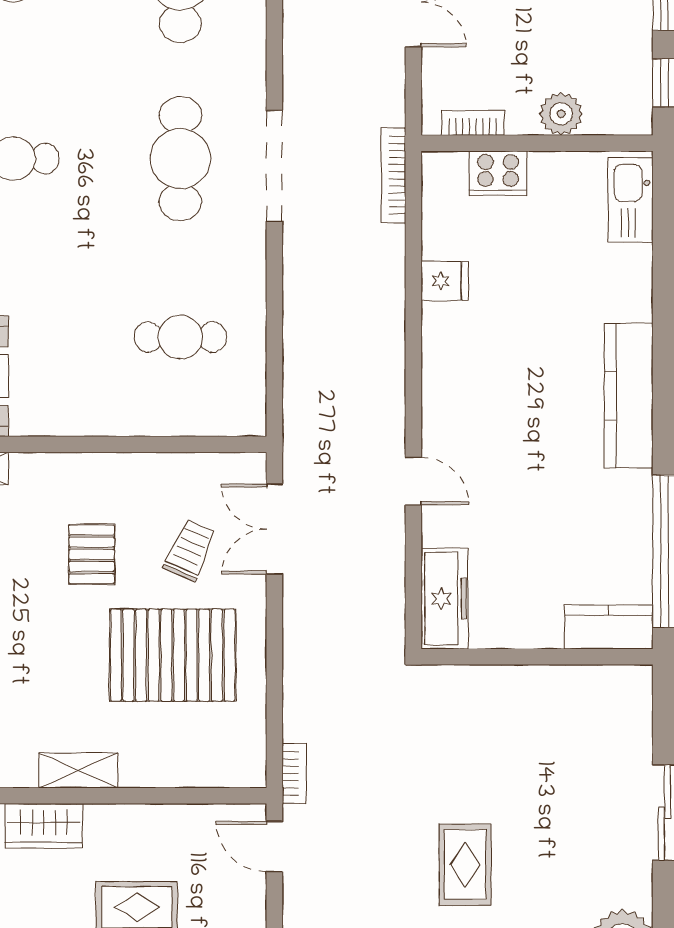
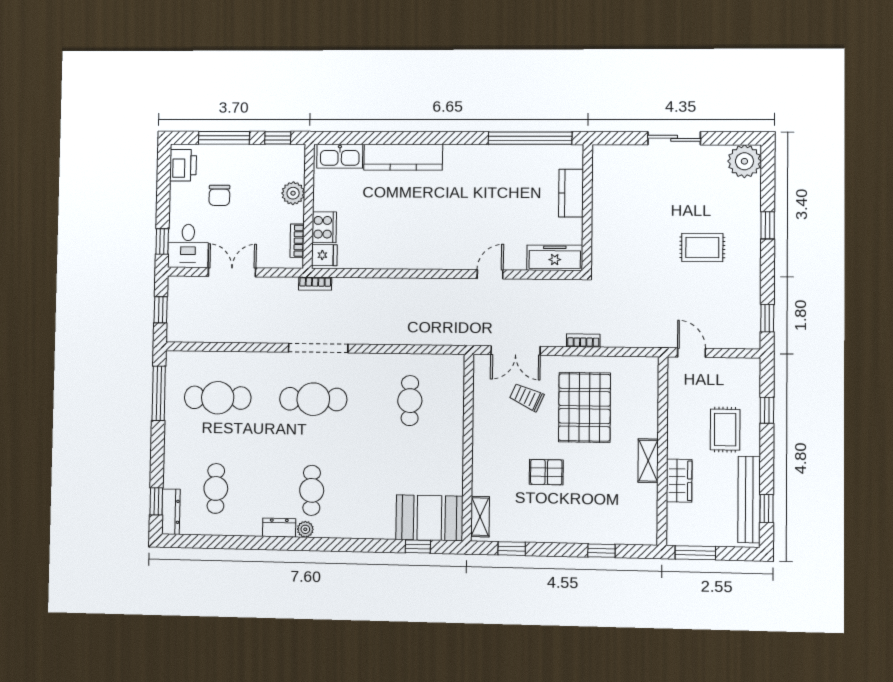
bookcase: (393, 175) -> (315, 284), width x0.64
fridge: (445, 281) -> (324, 255), moved, turned 90
kitchen counter: (629, 396) -> (403, 157), moved
pallet: (92, 554) -> (546, 472), moved
kitchen counter: (609, 627) -> (571, 193), moved
bookcase: (294, 773) -> (583, 341), moved
door: (274, 846) -> (691, 353), swing flipped

